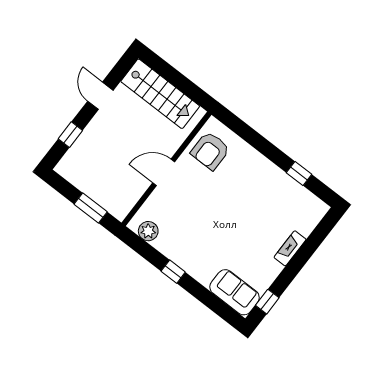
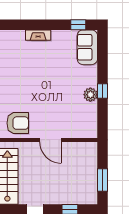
window: (91, 208) -> (103, 180), moved
plant: (148, 231) -> (90, 95), moved

